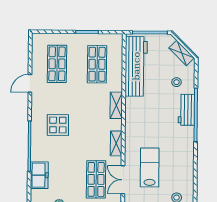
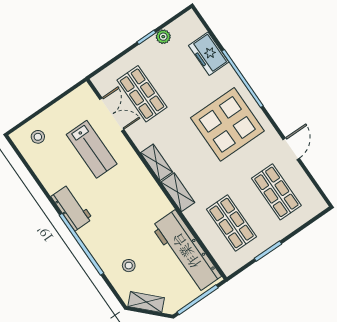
workbench: (186, 110) -> (72, 208), moved
display table: (58, 125) -> (227, 124), width x1.86, depth x1.86
shelving: (116, 143) -> (156, 162), moved

